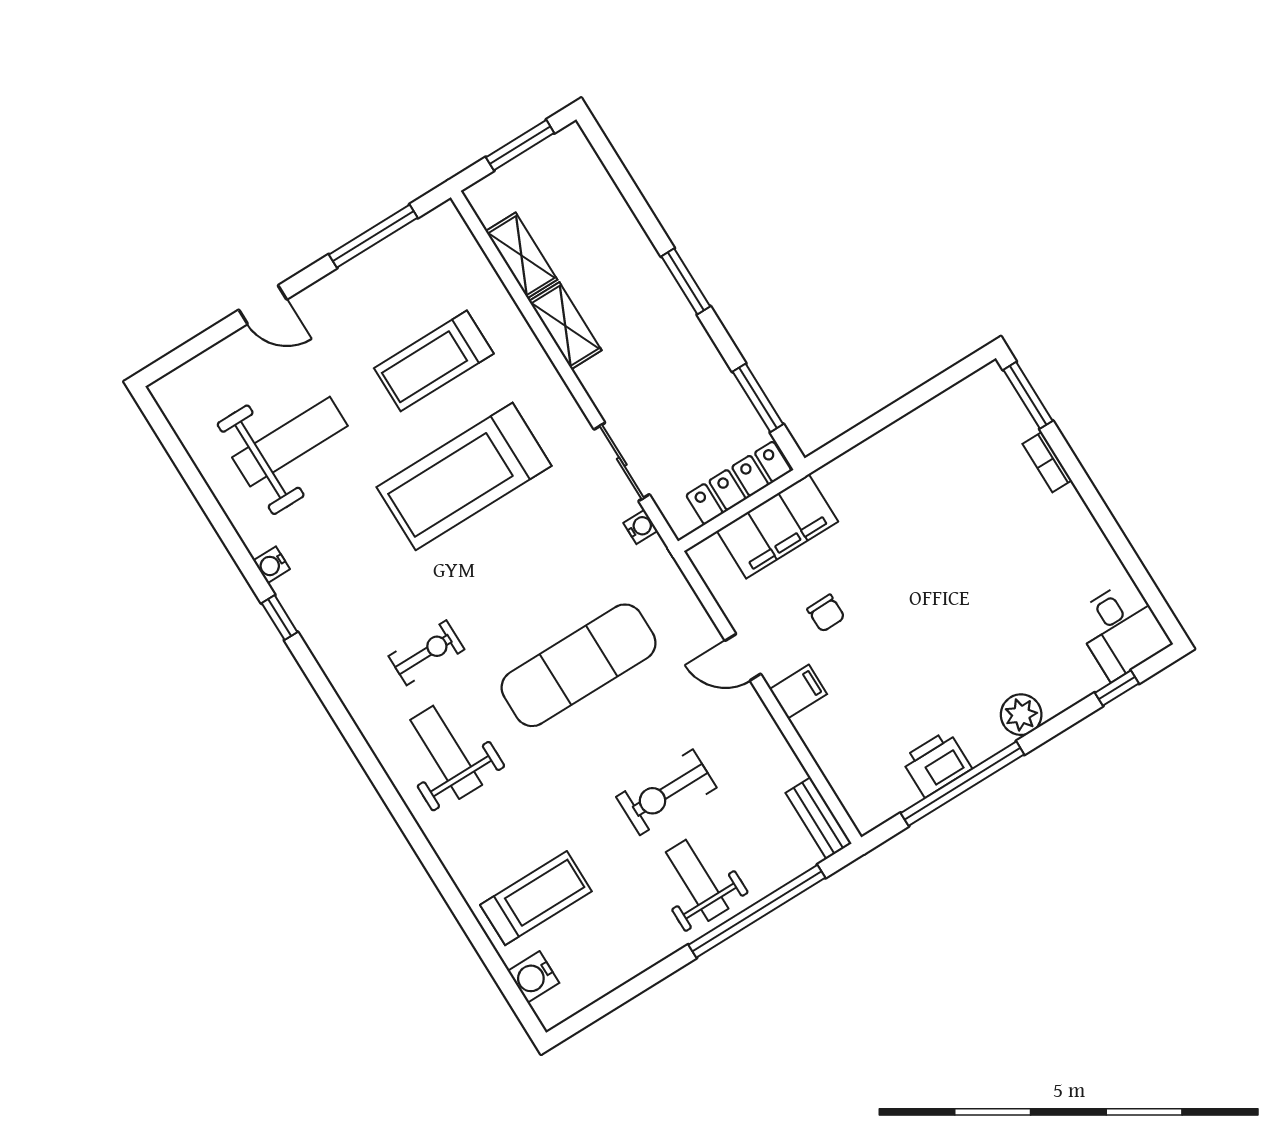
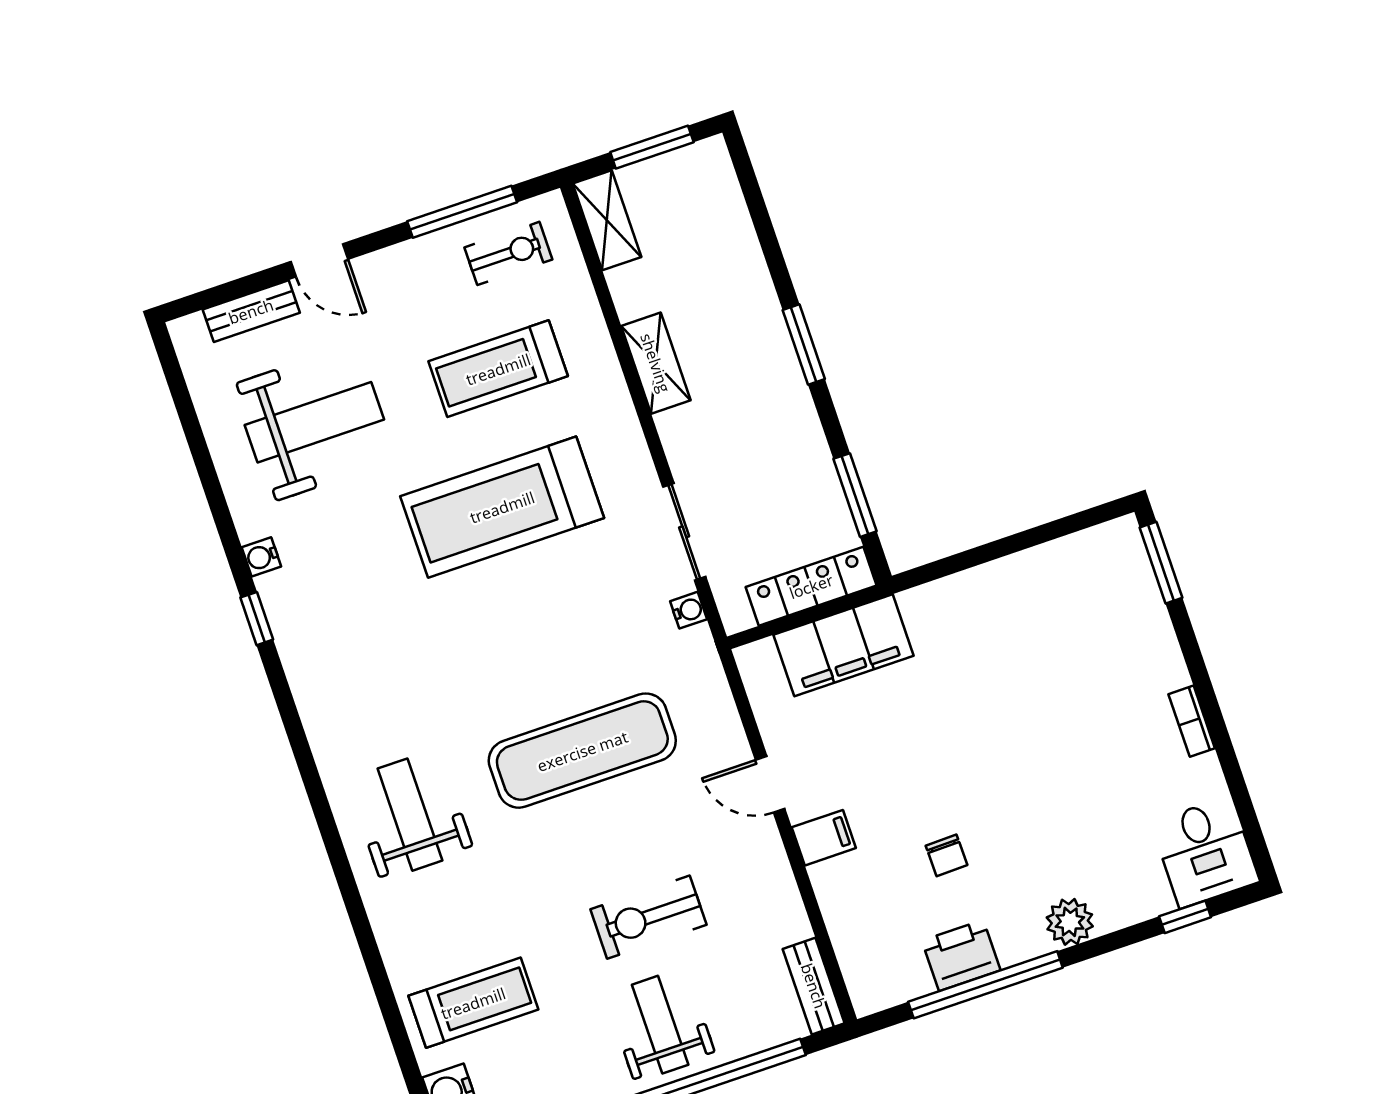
shelving: (521, 255) -> (607, 220), moved
bench: (215, 360) -> (251, 311), added
bookcase: (1047, 462) -> (1192, 721), moved
chair: (826, 613) -> (947, 855), moved
exercise bike: (426, 653) -> (508, 253), moved

